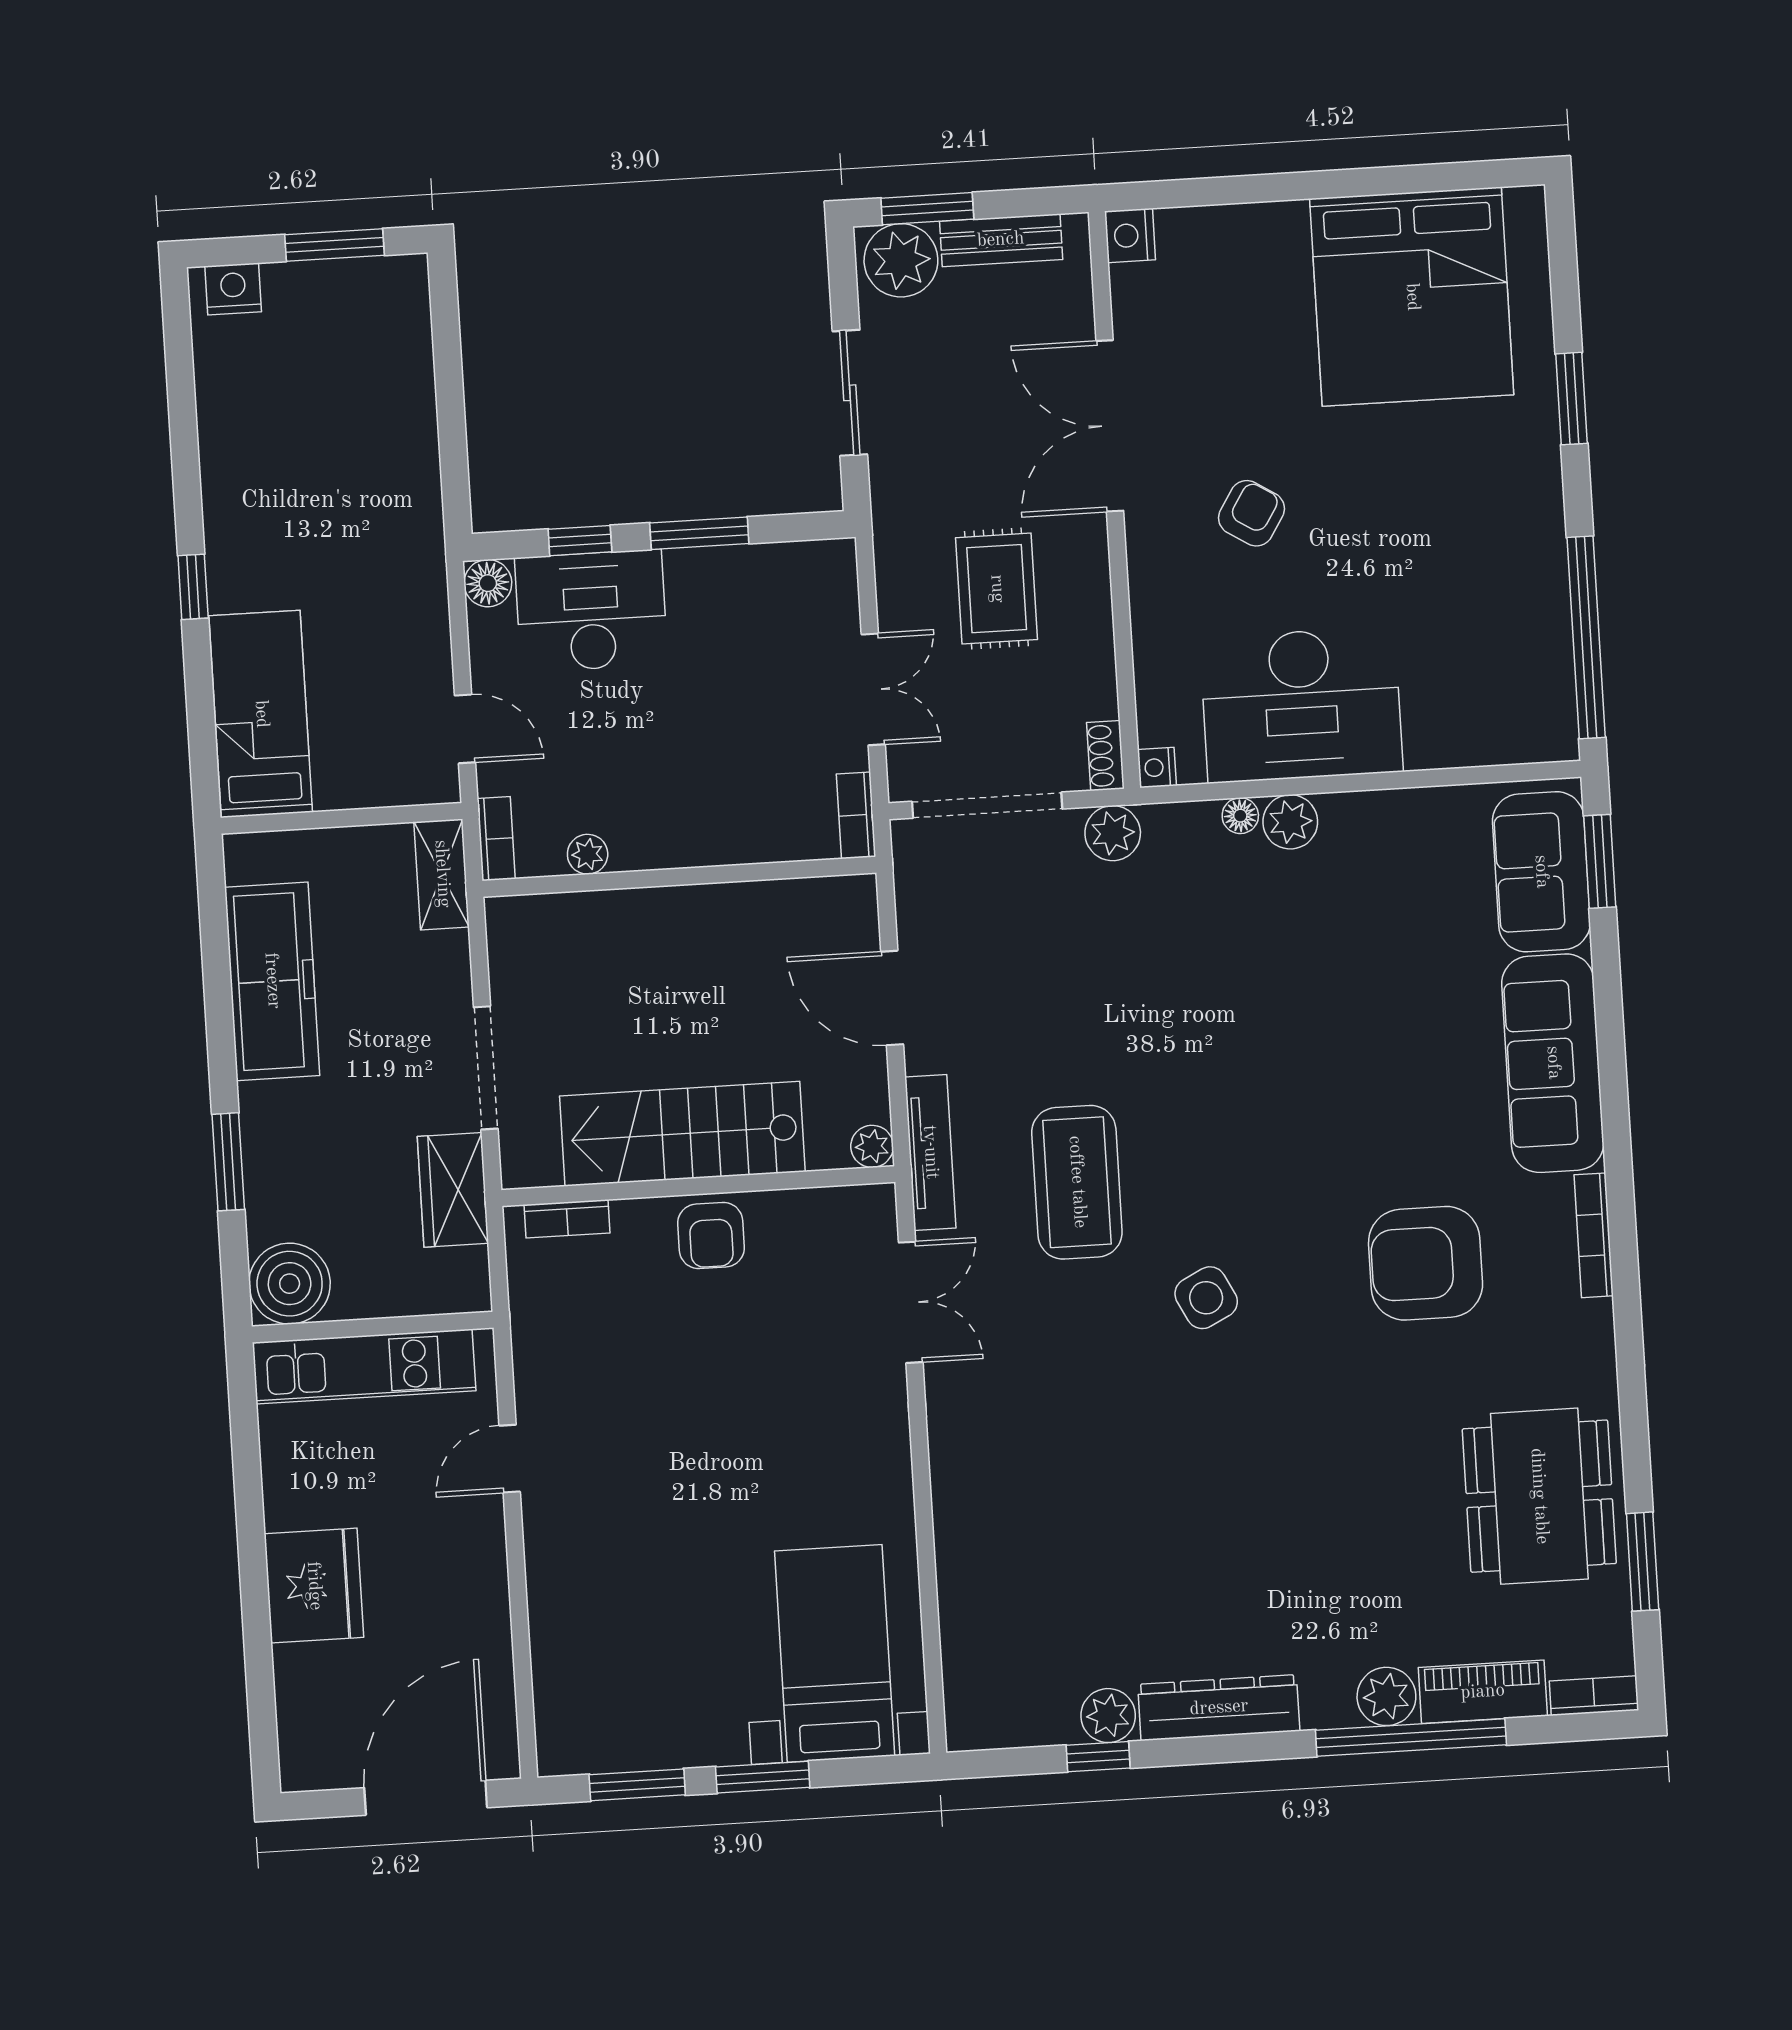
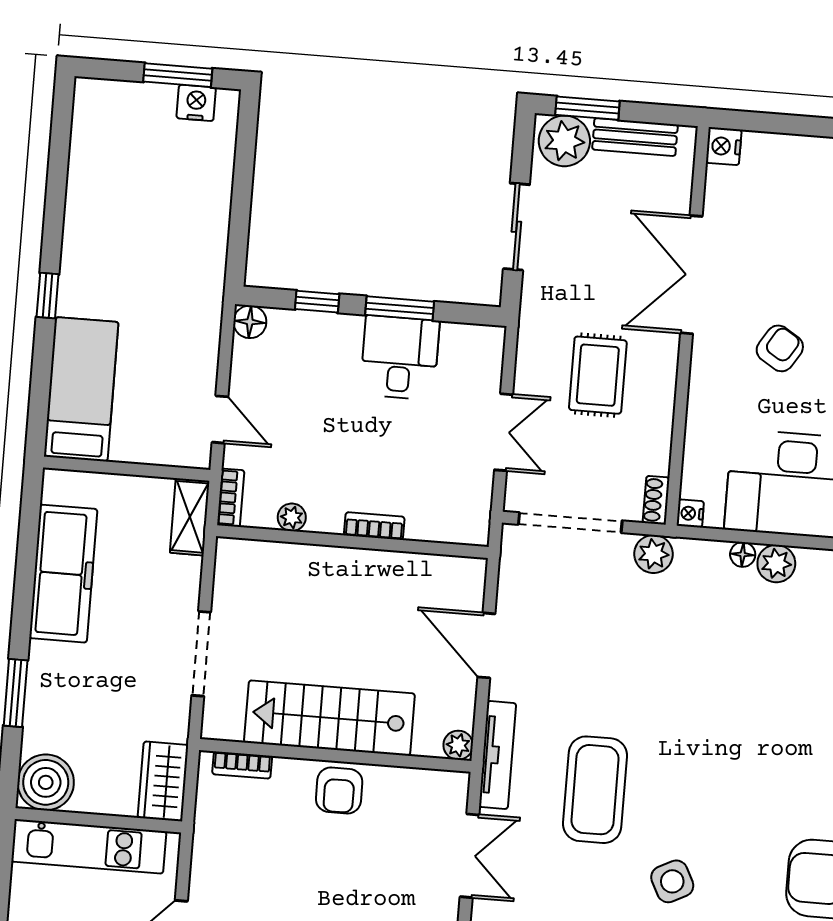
nightstand: (233, 289) -> (196, 103), moved
desk: (591, 611) -> (400, 357), moved, width x0.73
bookcase: (856, 815) -> (374, 526), moved, turned 90
wardrobe: (453, 1190) -> (163, 781), moved

